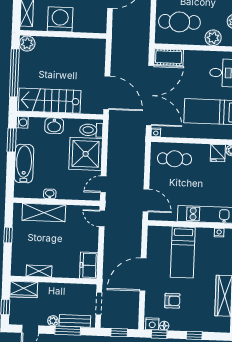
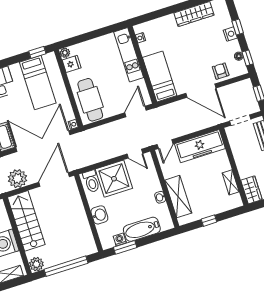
plant: (121, 56) -> (18, 179), added
stairs: (50, 101) -> (26, 221), moved, turned 180
washing machine: (22, 122) -> (120, 240), moved
cafe table: (175, 159) -> (90, 100), width x1.37, depth x1.35
bed: (183, 252) -> (160, 77), moved, turned -90
freezer: (89, 265) -> (200, 146), width x1.91, depth x1.26
armchair: (172, 301) -> (221, 71), moved
nightstand: (152, 324) -> (230, 34), moved

